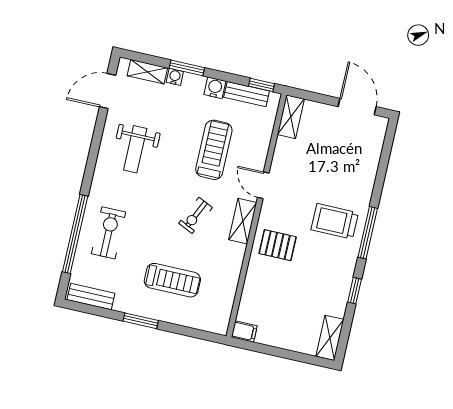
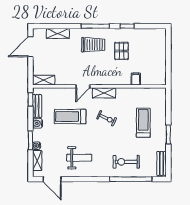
trolley: (335, 221) -> (93, 45), turned -90
pallet: (278, 245) -> (121, 51), moved
filing cabinet: (244, 331) -> (136, 79), moved
shelving: (330, 338) -> (58, 33), moved

